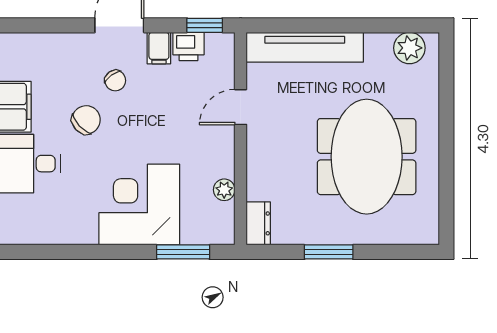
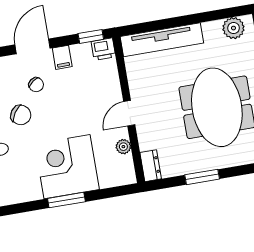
printer: (189, 46) -> (103, 49), moved
door: (241, 107) -> (129, 113), moved
chair: (86, 120) -> (21, 115), turned 77
window: (183, 252) -> (66, 200), moved

